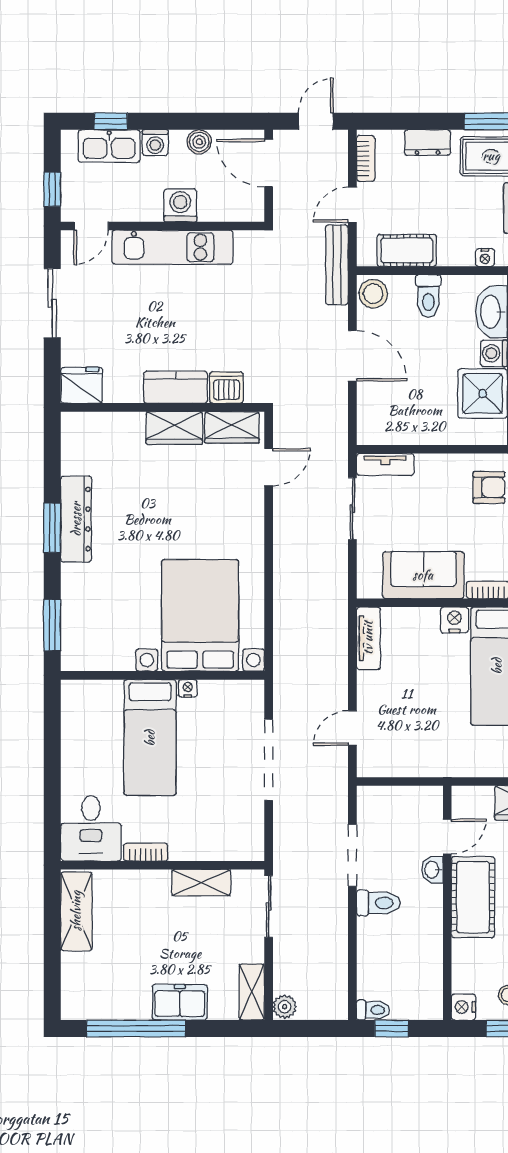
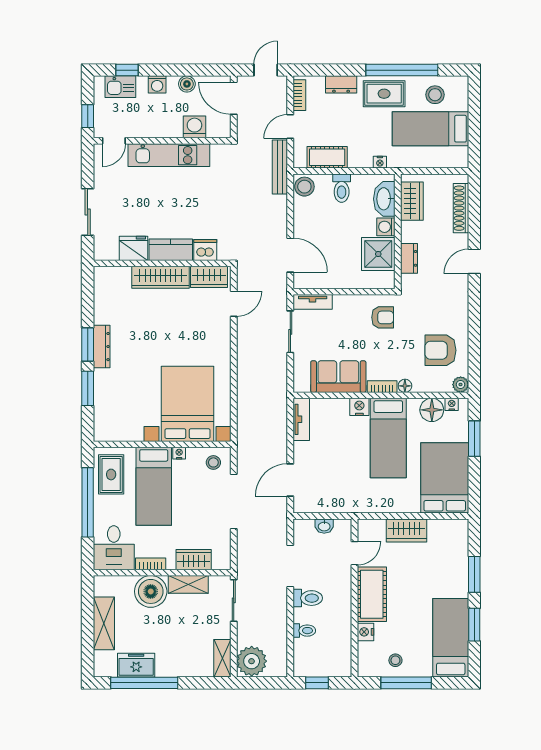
kitchen sink: (109, 146) -> (120, 87), width x0.73
washing machine: (180, 205) -> (194, 127), moved
sliding door: (52, 303) -> (88, 212), moved
door: (352, 356) -> (290, 255), moved
fridge: (82, 385) -> (134, 248), moved
wardrobe: (174, 428) -> (161, 277), width x1.50
dresser: (76, 519) -> (102, 347), width x0.73, depth x0.80
window: (52, 625) -> (88, 388), moved
stool: (238, 702) -> (213, 462), added
rug: (87, 720) -> (111, 474), added
door: (352, 728) -> (290, 480), width x1.37
window: (52, 761) -> (88, 502), added
wardrobe: (209, 846) -> (194, 560), added
washbasin: (432, 870) -> (324, 526), moved, turned -90
boiler: (146, 893) -> (151, 591), added
shelving: (76, 911) -> (104, 623), moved
freezer: (180, 1002) -> (136, 665), moved
plant: (285, 1007) -> (252, 661), width x1.88, depth x1.88
nightstand: (464, 1007) -> (365, 632), moved
toilet: (373, 1010) -> (304, 631), moved

